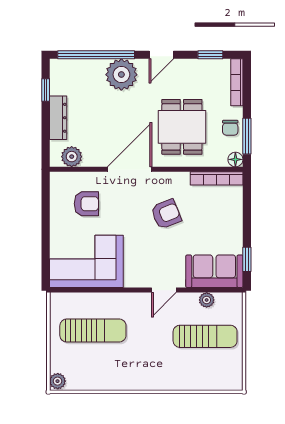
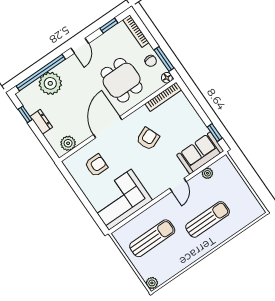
plant: (121, 75) -> (50, 83), moved
dresser: (58, 118) -> (41, 122), width x0.70
sun lounger: (205, 336) -> (208, 219), moved

